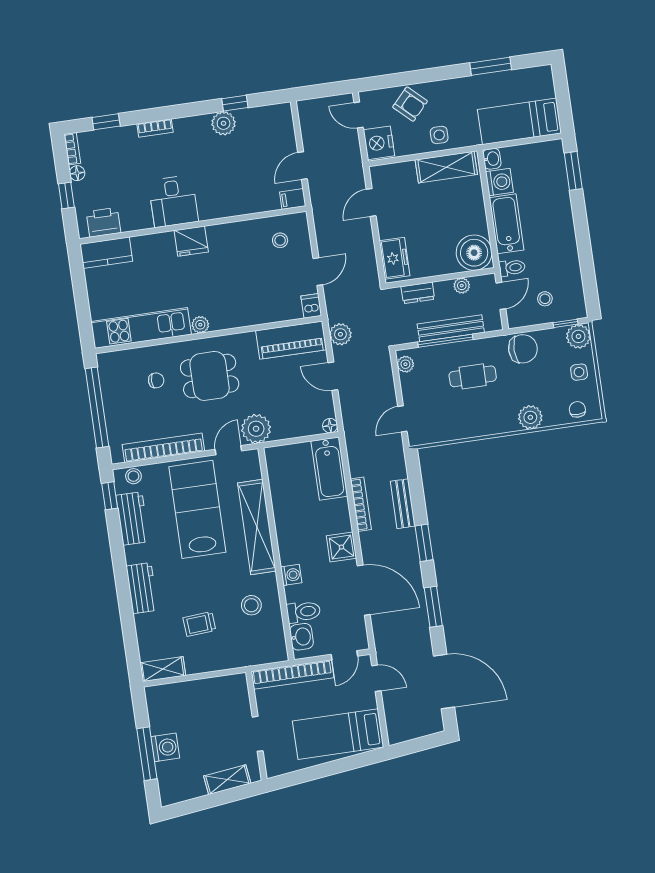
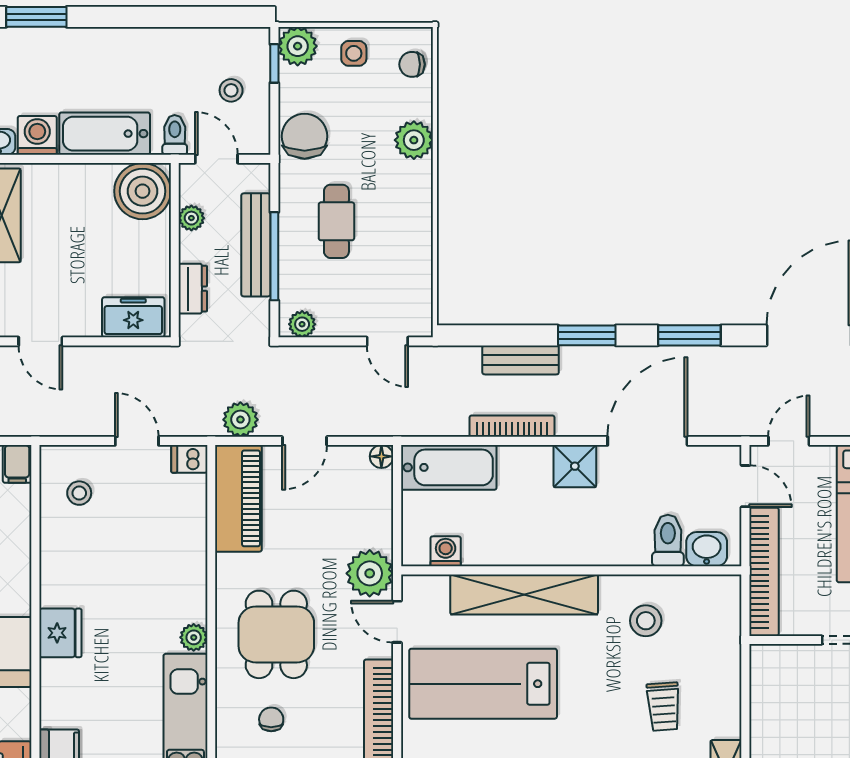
washing machine: (291, 575) -> (446, 551), moved

